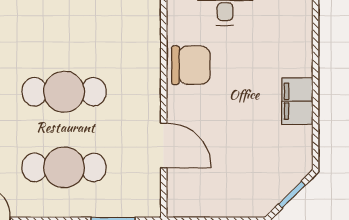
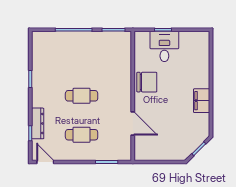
cafe table: (64, 92) -> (82, 96), width x0.73, depth x0.74
cafe table: (64, 167) -> (82, 135), width x0.73, depth x0.74

